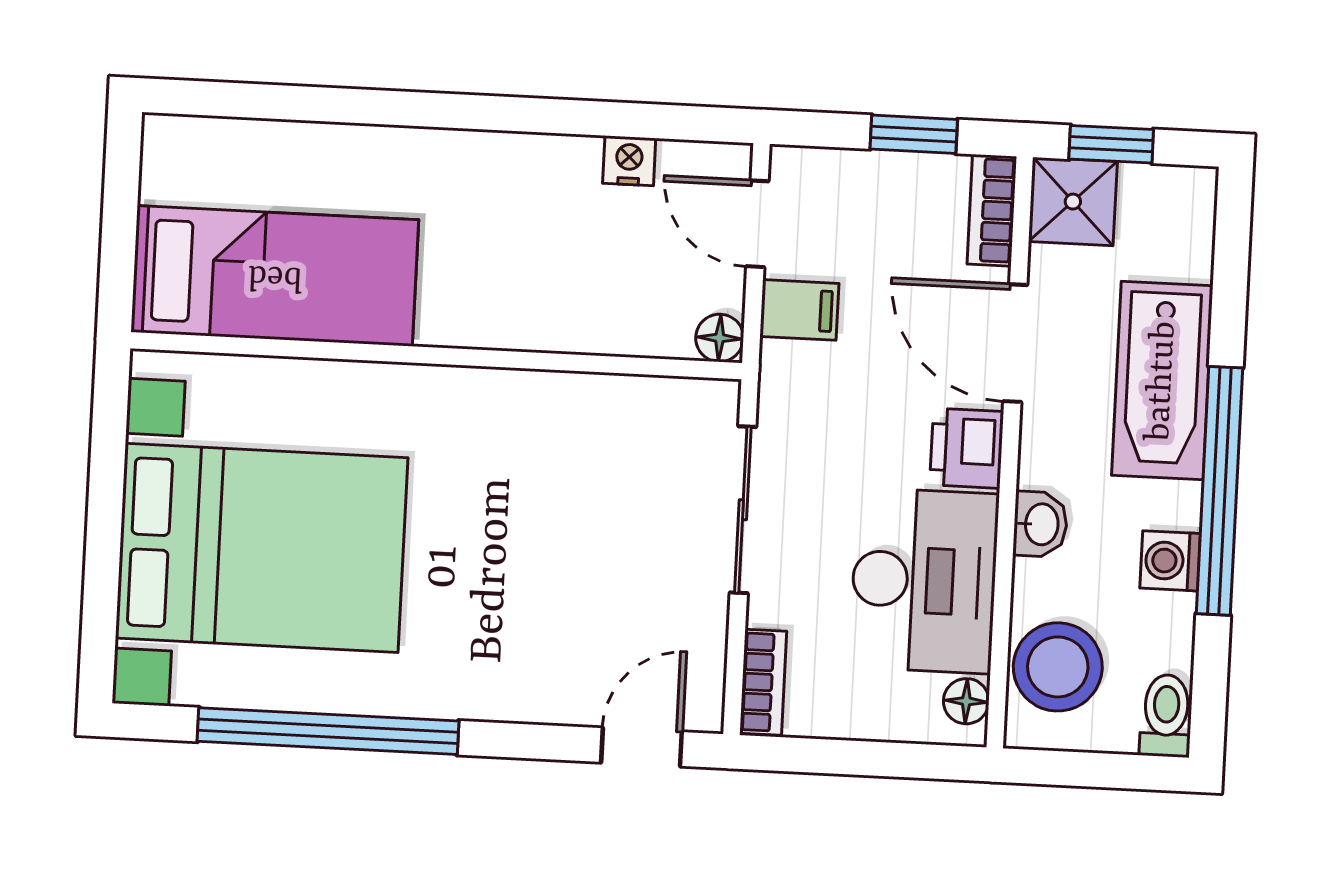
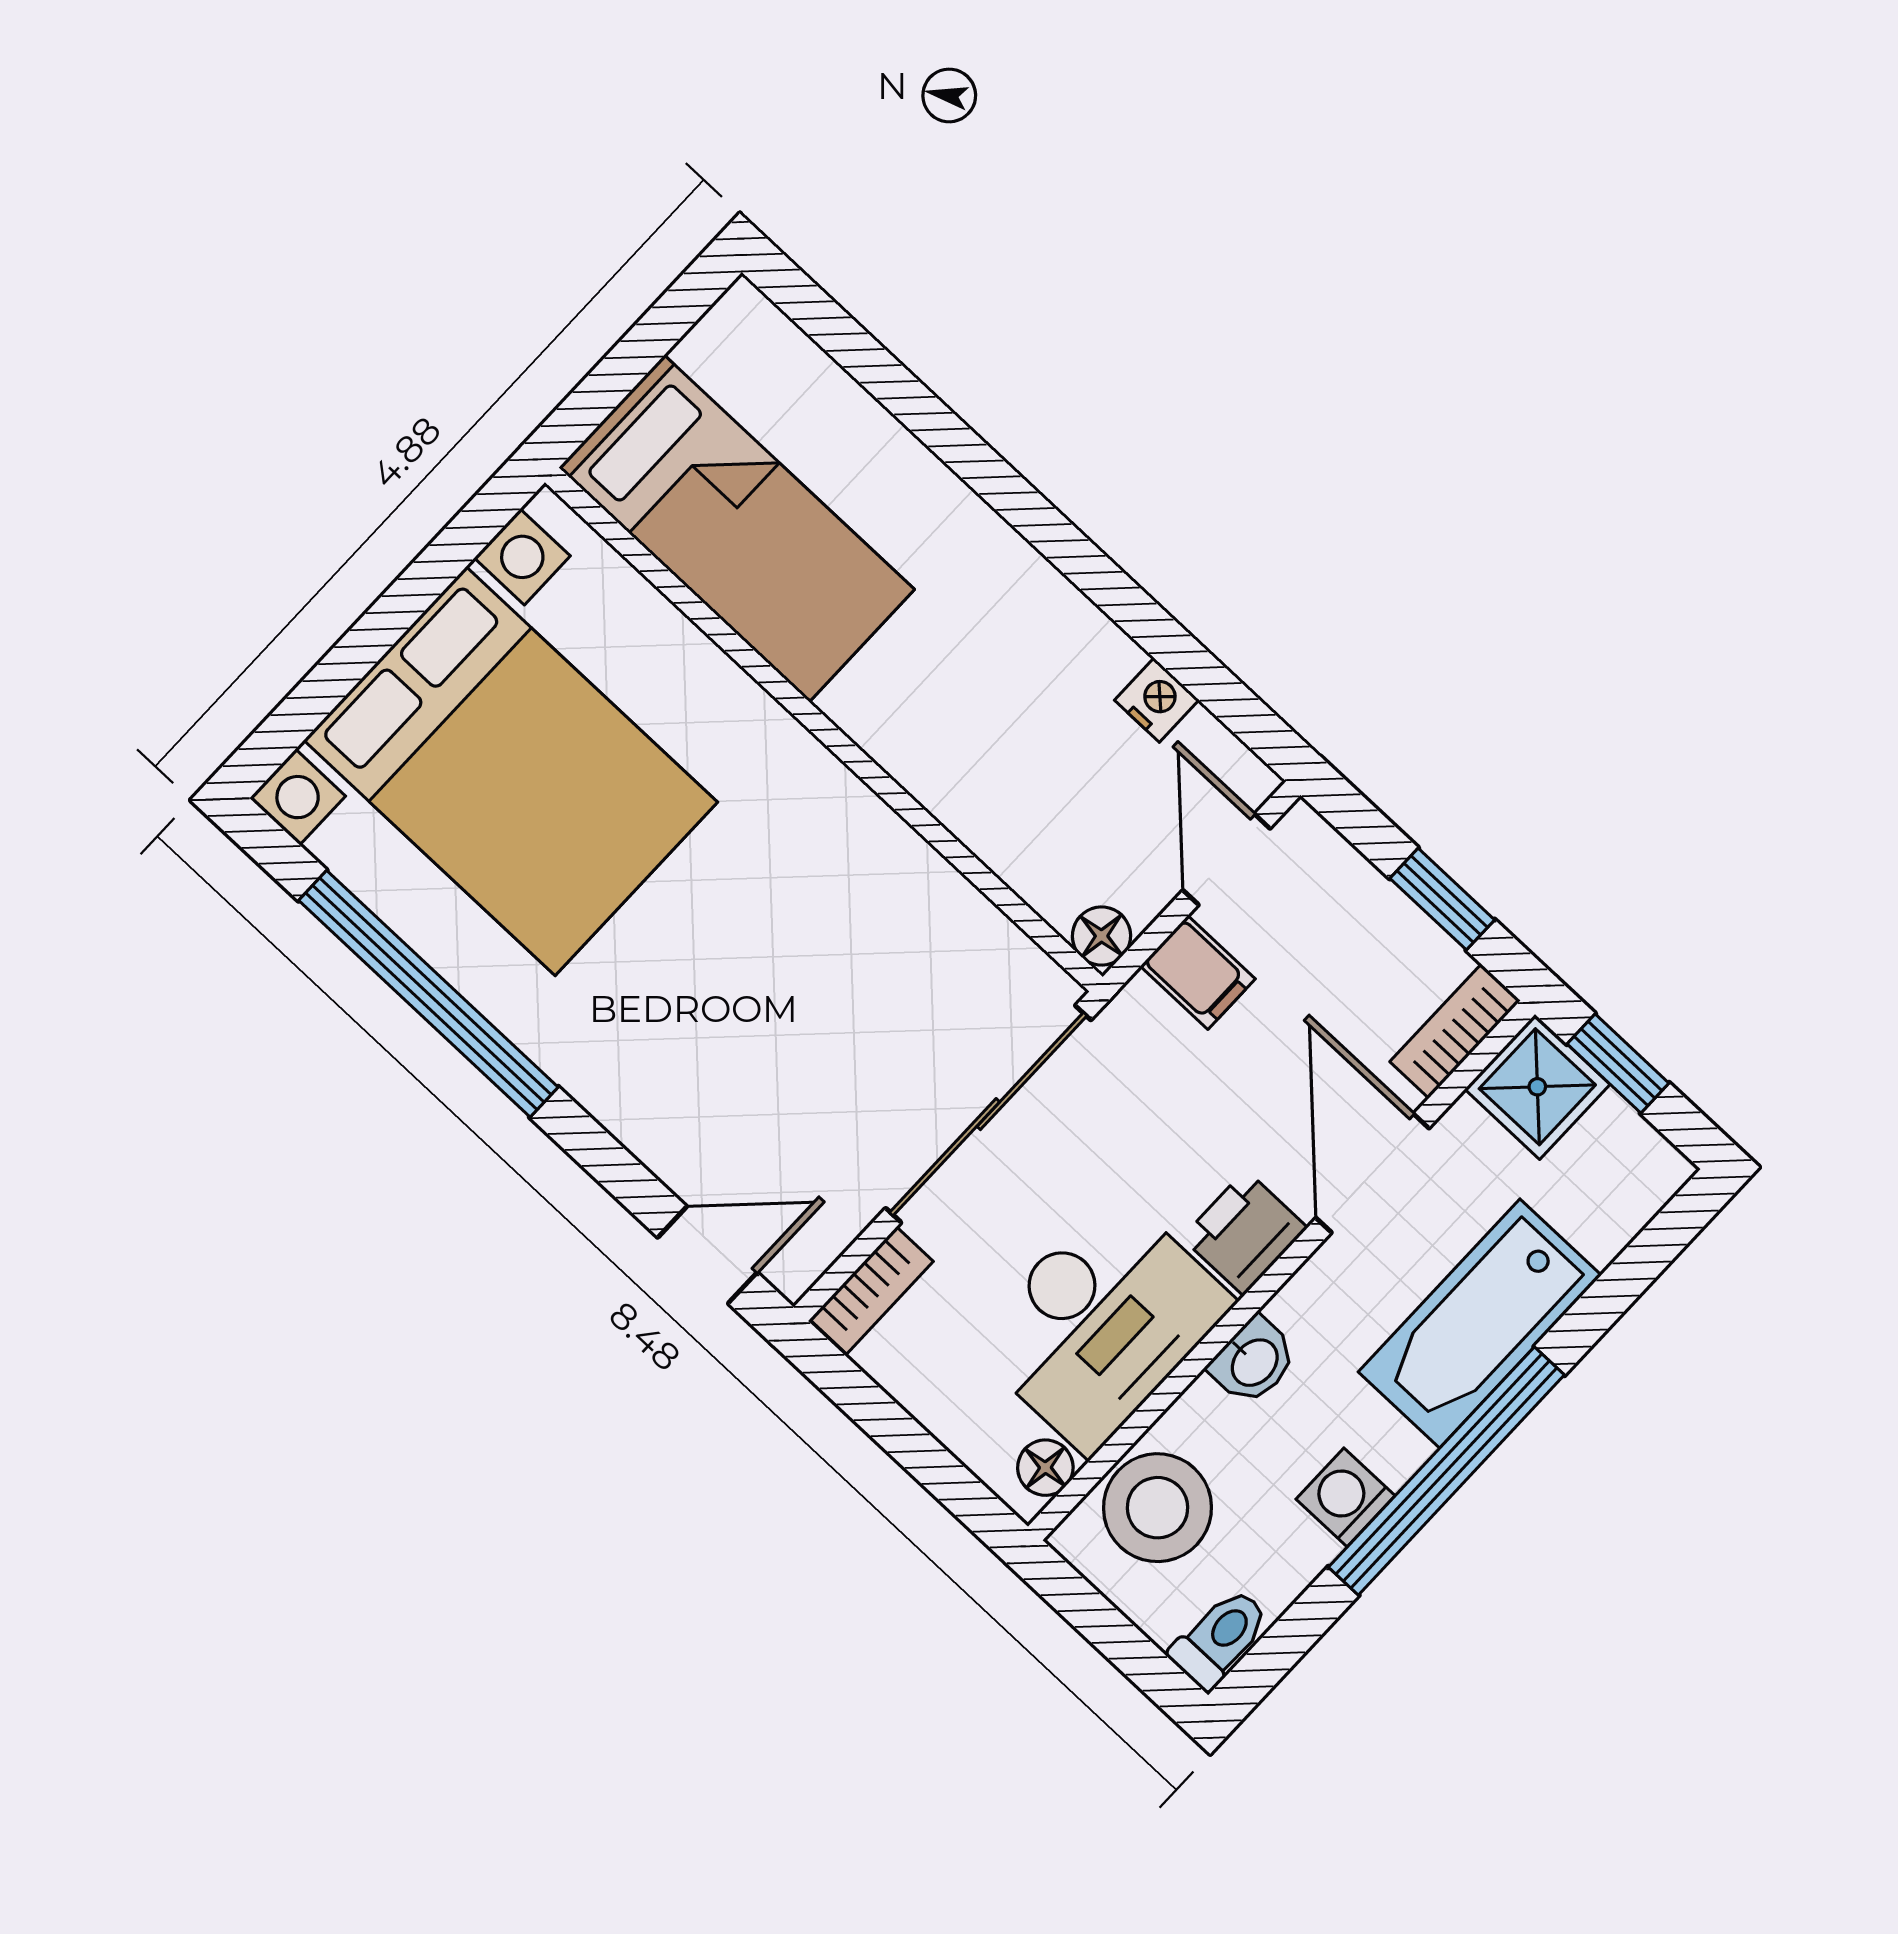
sliding door: (743, 510) -> (988, 1114), width x1.37

